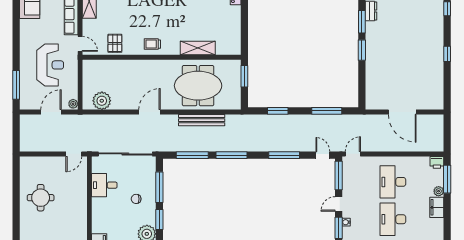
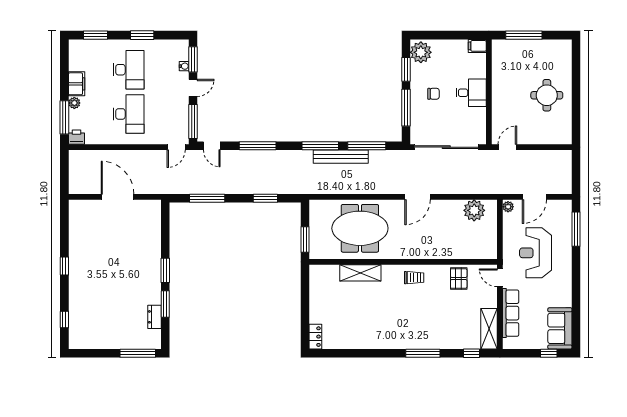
bench: (202, 120) -> (341, 157), moved
desk: (104, 185) -> (471, 93), moved

